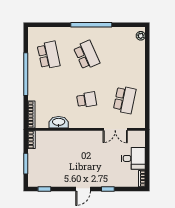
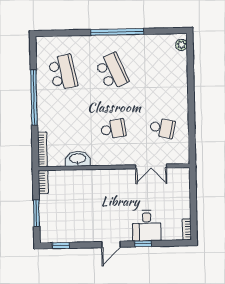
school desk: (125, 100) -> (162, 128), width x0.54
desk: (133, 158) -> (147, 226), moved, turned 90

